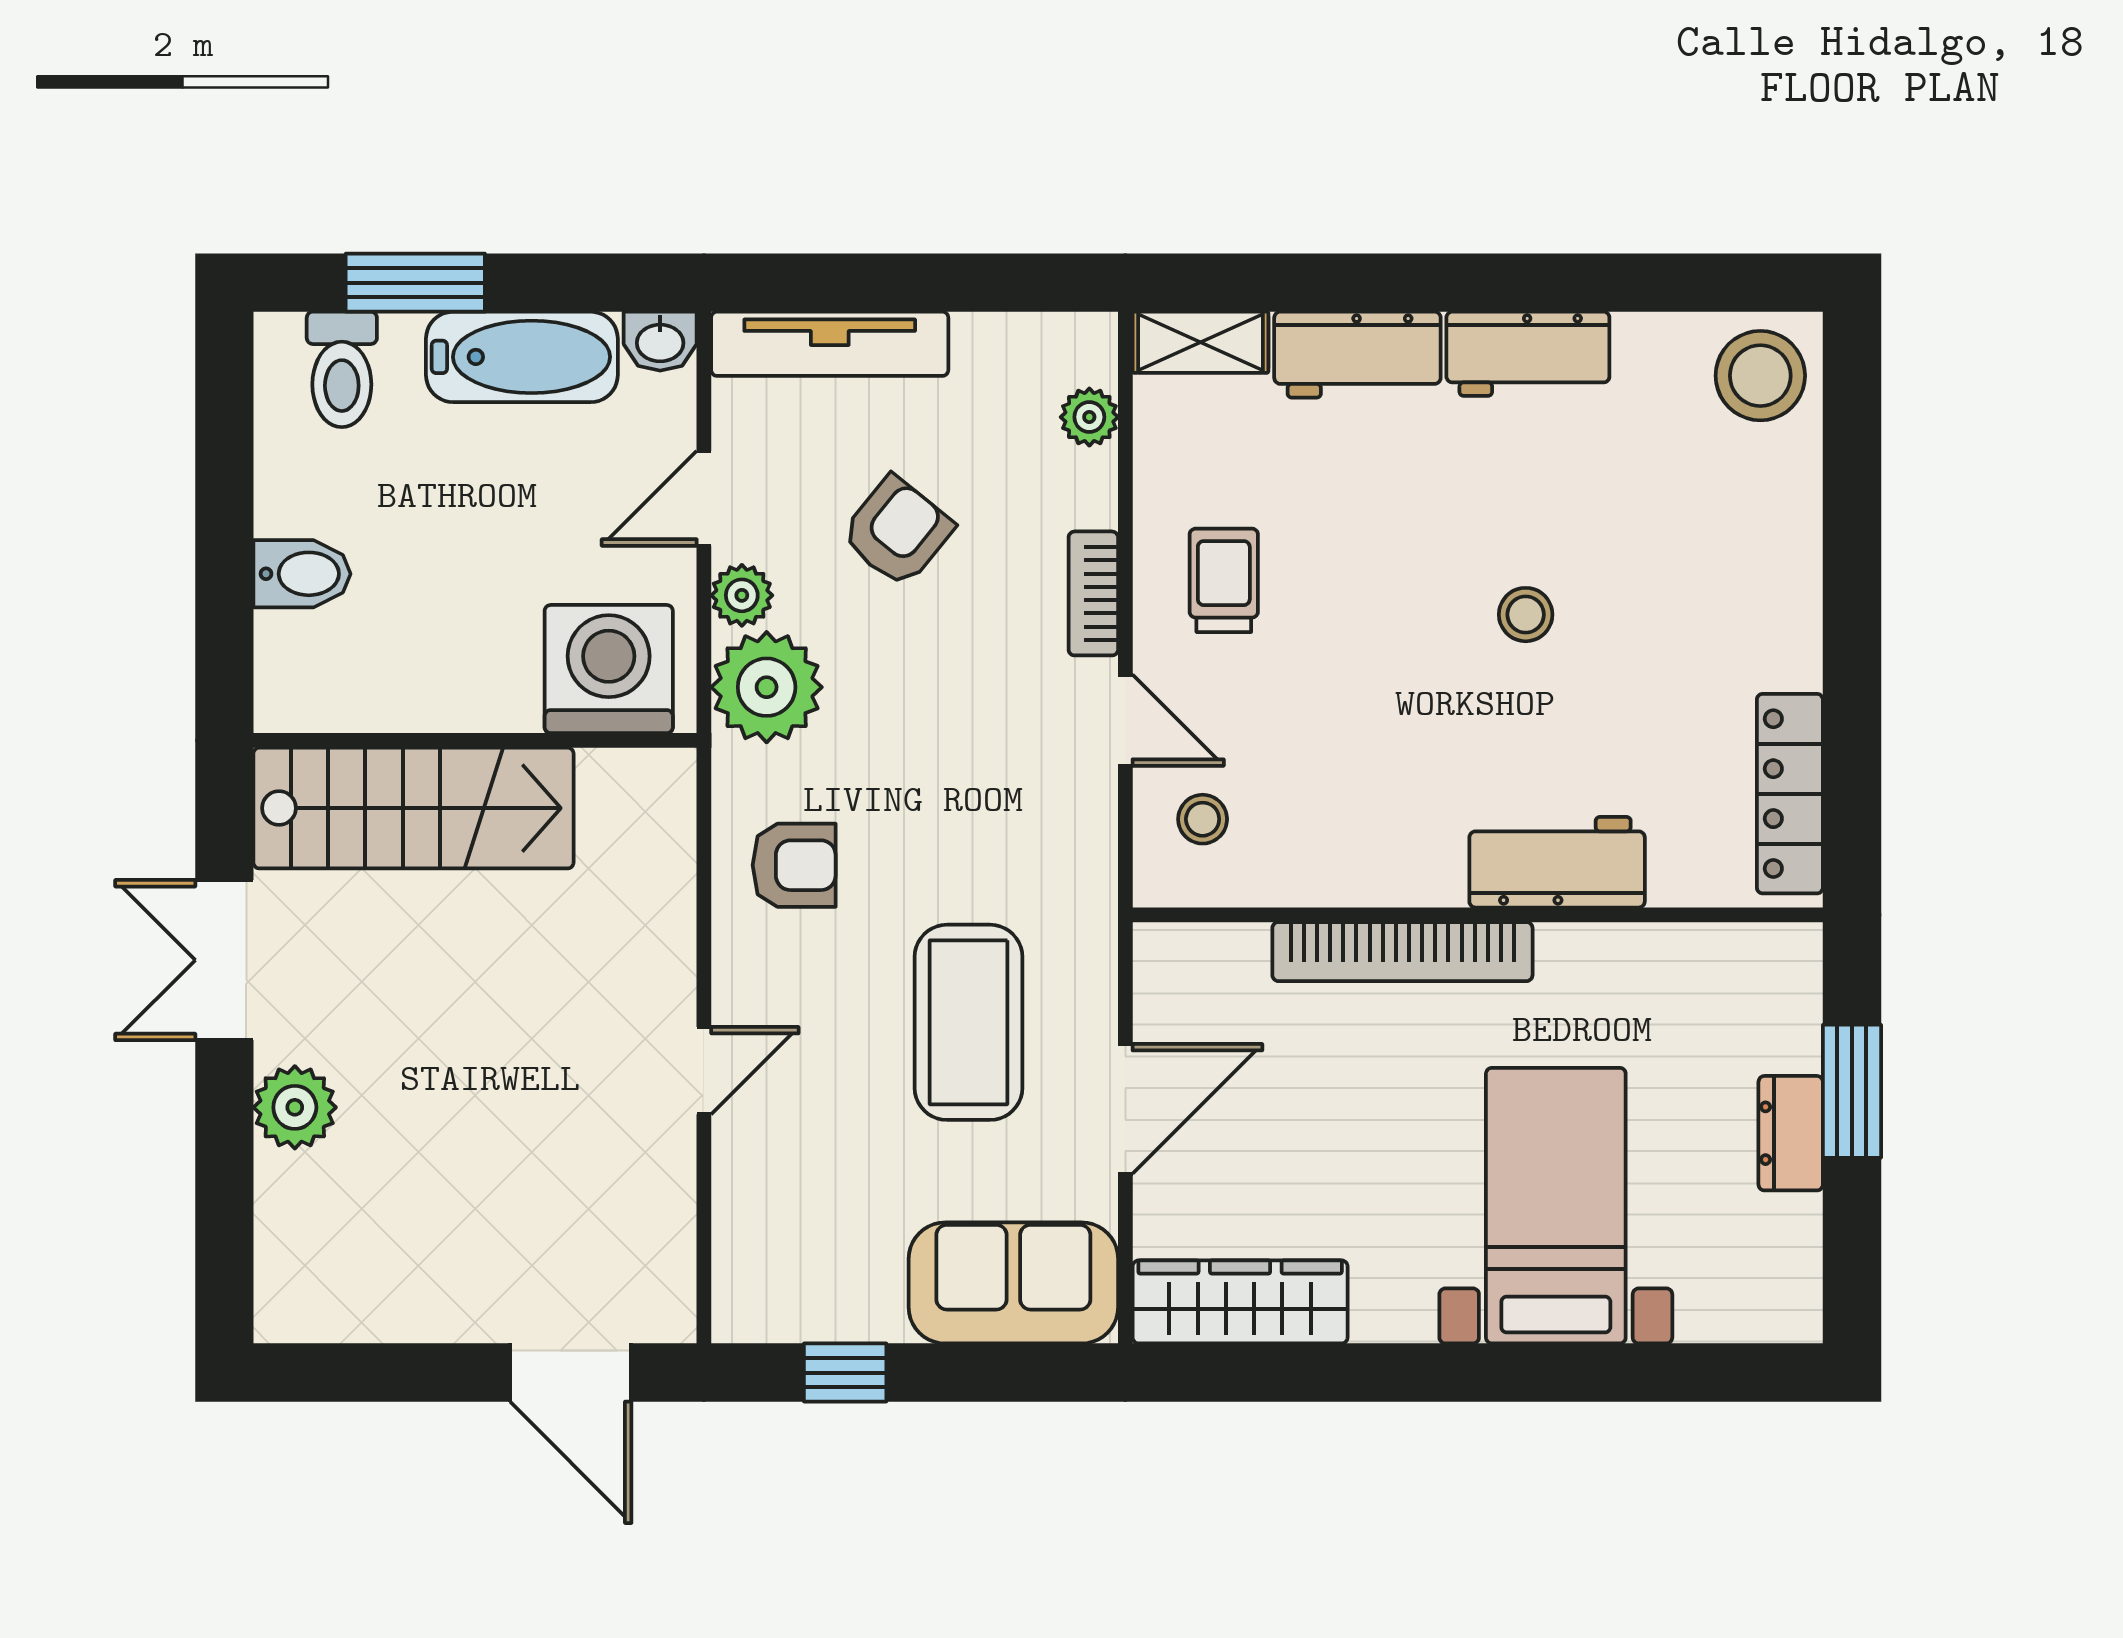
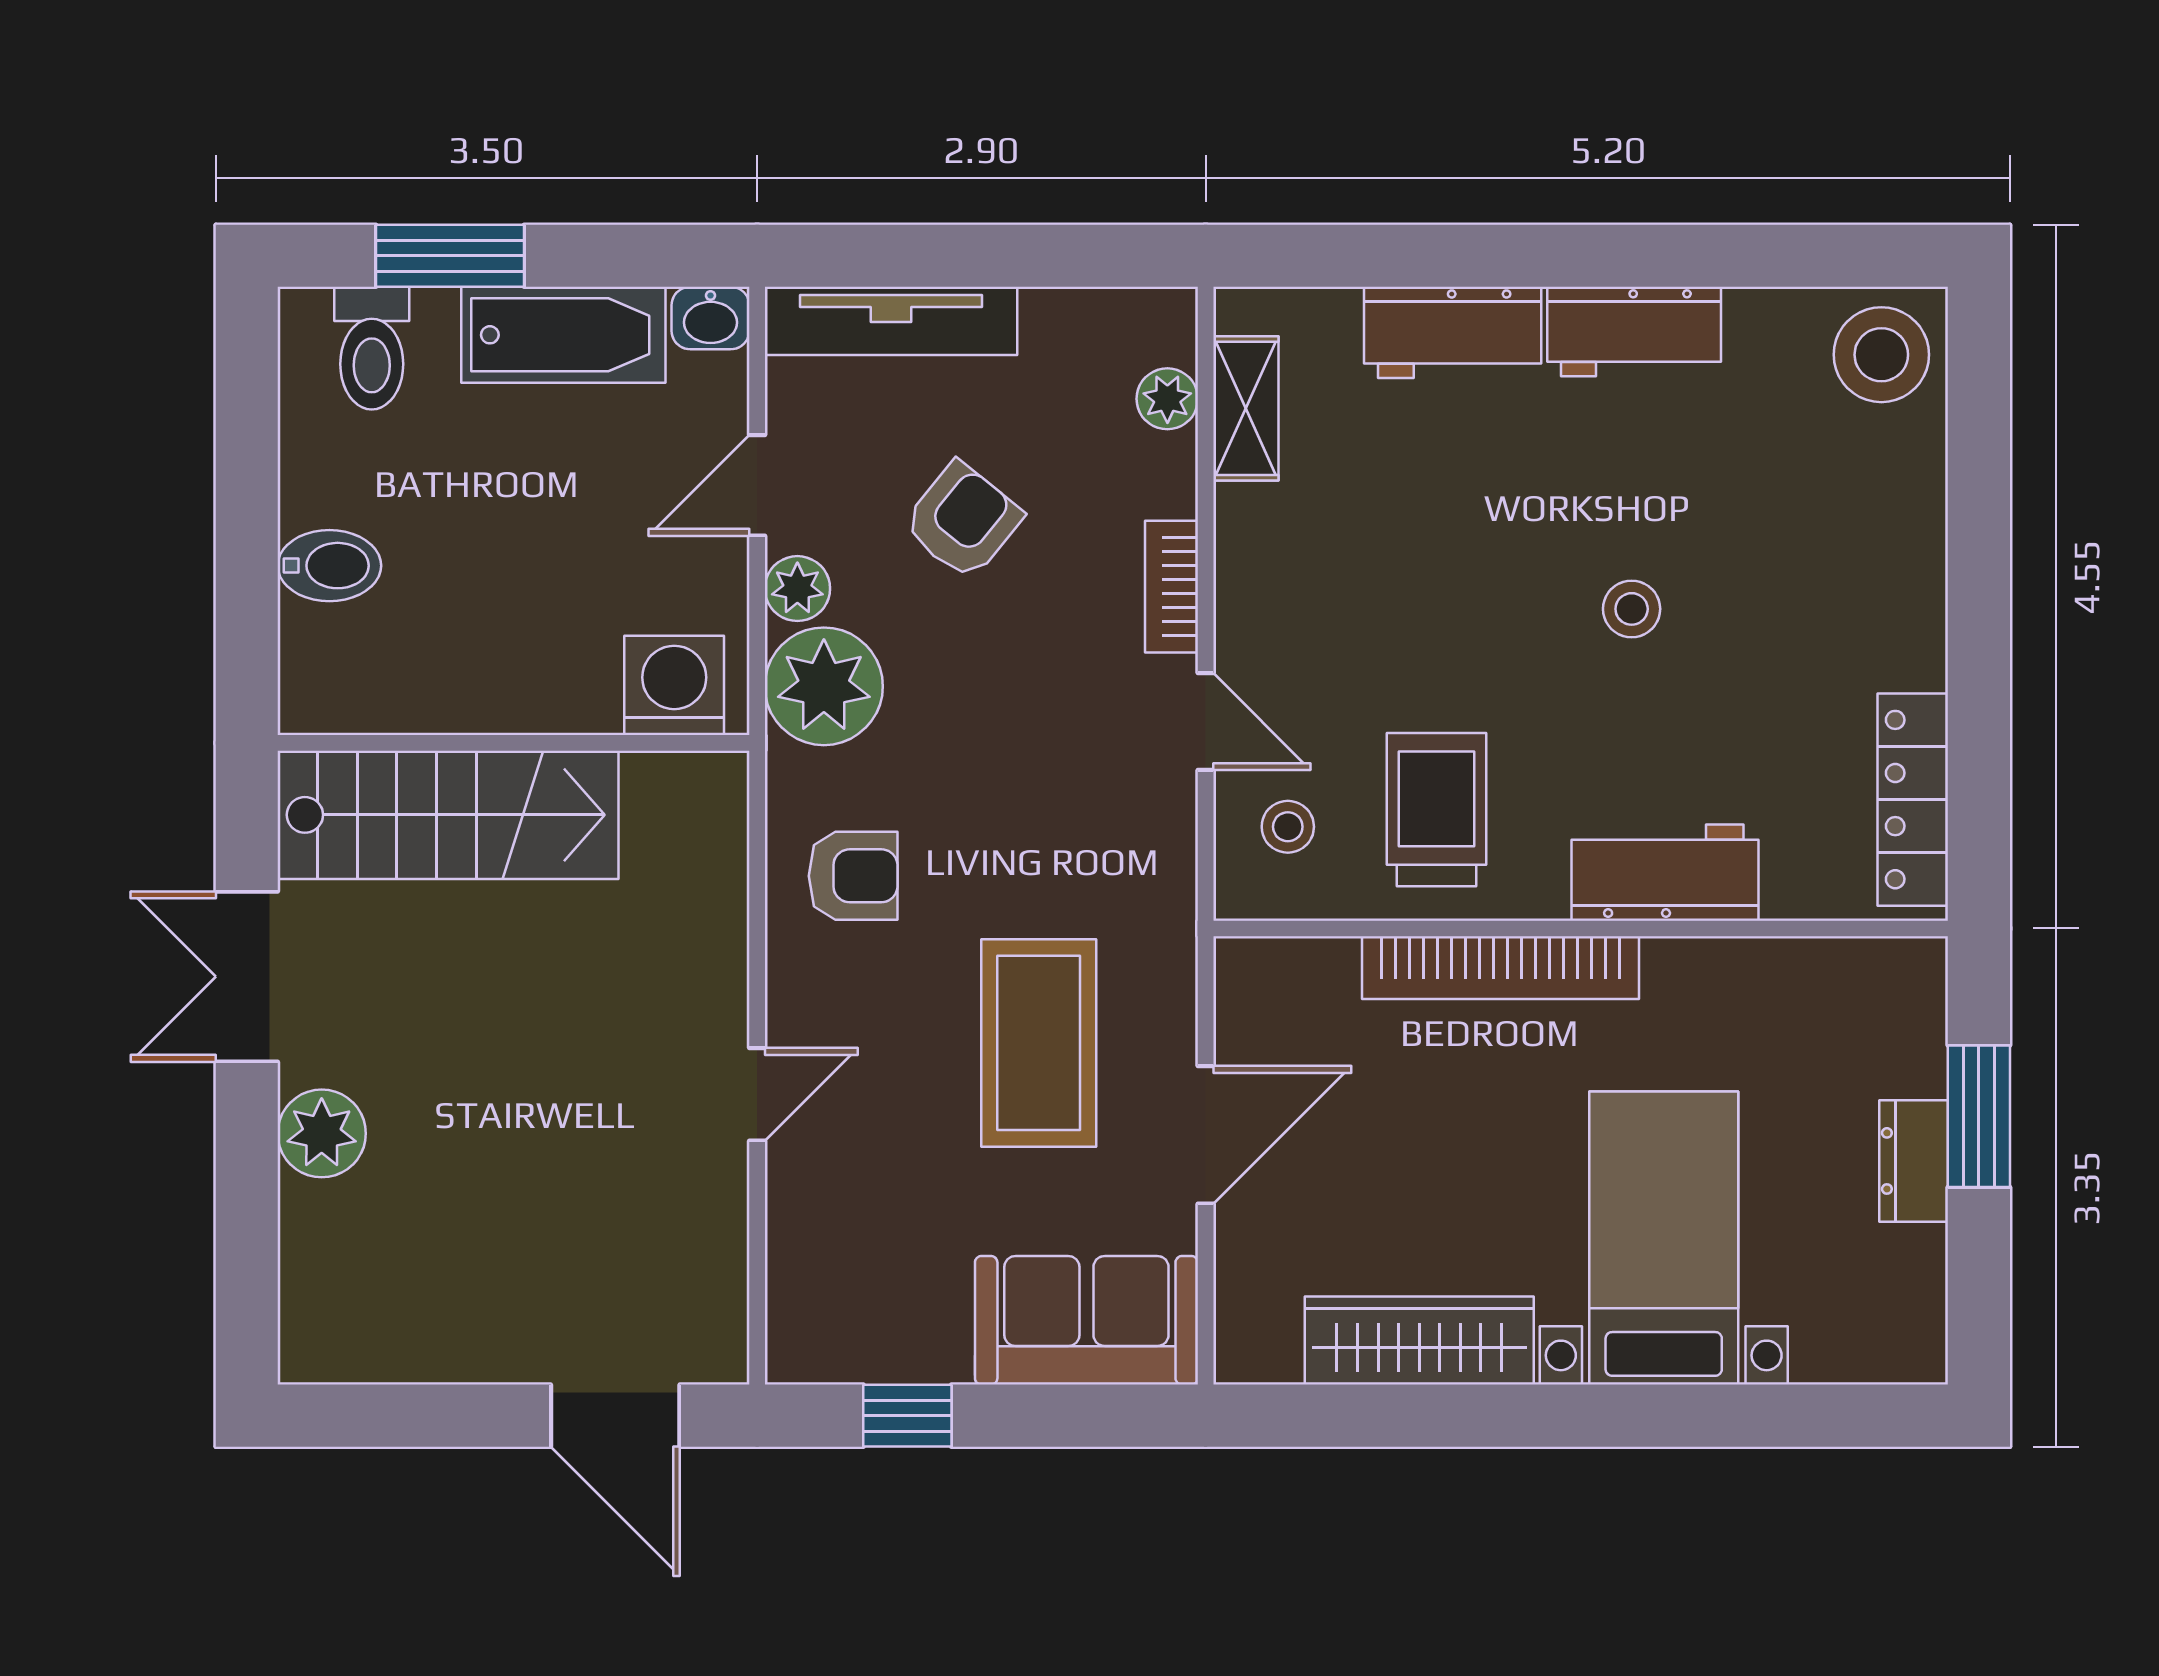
shelving: (1201, 342) -> (1246, 408), moved, turned 90
trolley: (1224, 580) -> (1436, 810), moved, width x1.36, depth x1.39
washing machine: (609, 669) -> (674, 685), width x0.73, depth x0.73
wardrobe: (1240, 1302) -> (1419, 1341), moved

